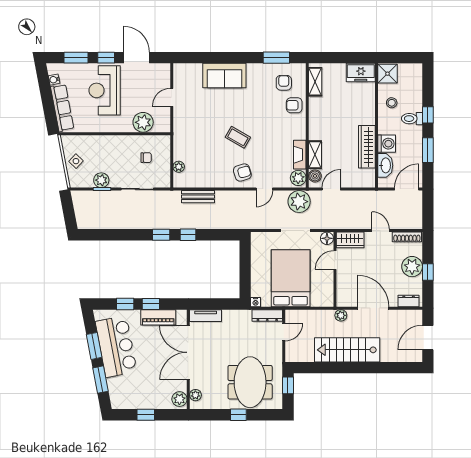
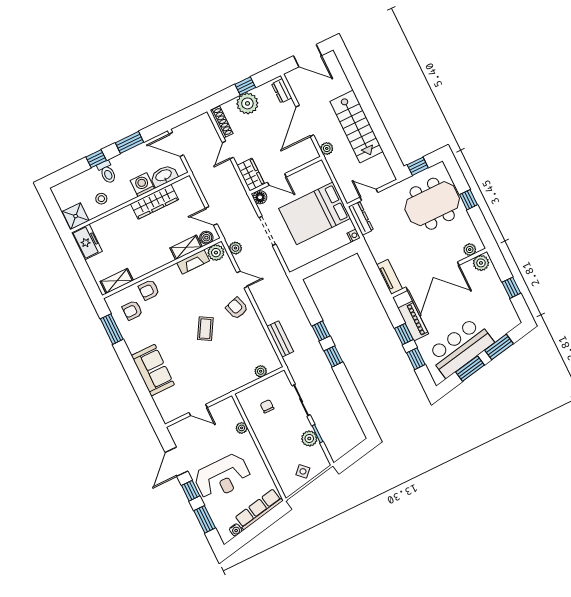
armchair: (294, 105) -> (149, 290), turned 90
plant: (143, 122) -> (242, 428), width x0.53, depth x0.53
plant: (299, 202) -> (235, 248), width x0.53, depth x0.53

